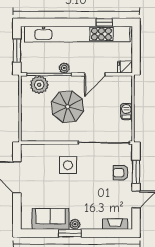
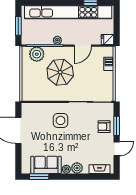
barbecue: (126, 112) -> (109, 64), moved
plant: (88, 223) -> (77, 168), added
window: (70, 233) -> (39, 177), moved

